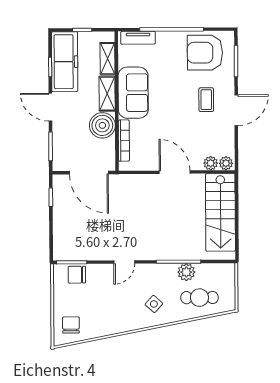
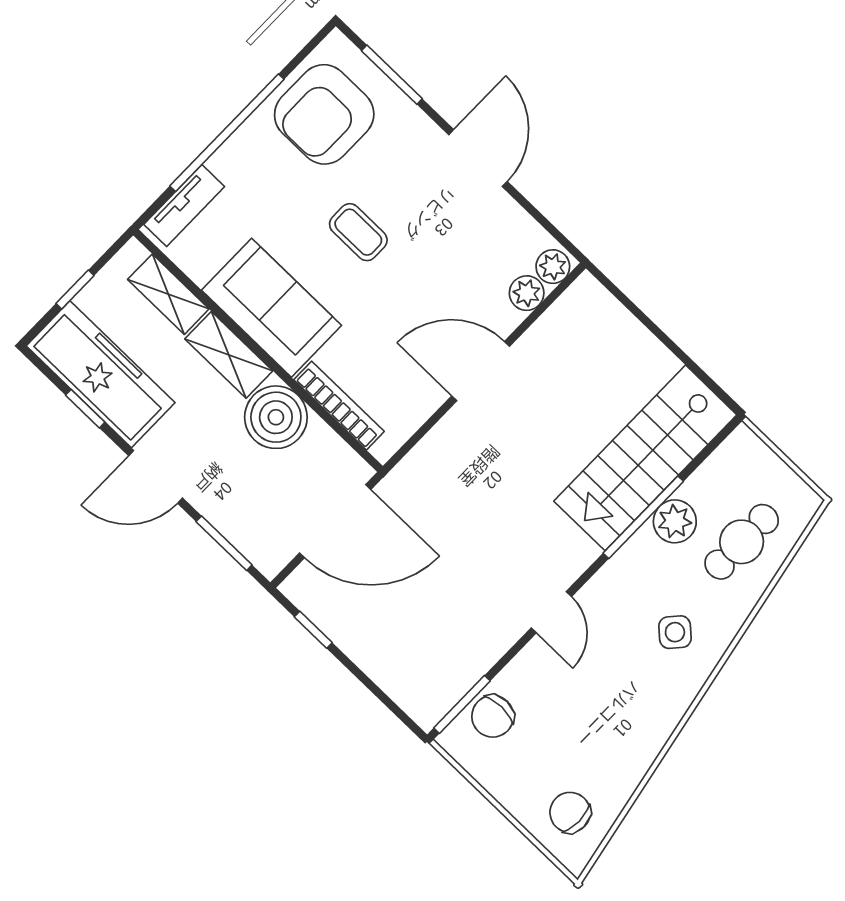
coffee table: (206, 100) -> (358, 232), moved
stairs: (220, 212) -> (645, 458), moved, turned 90

